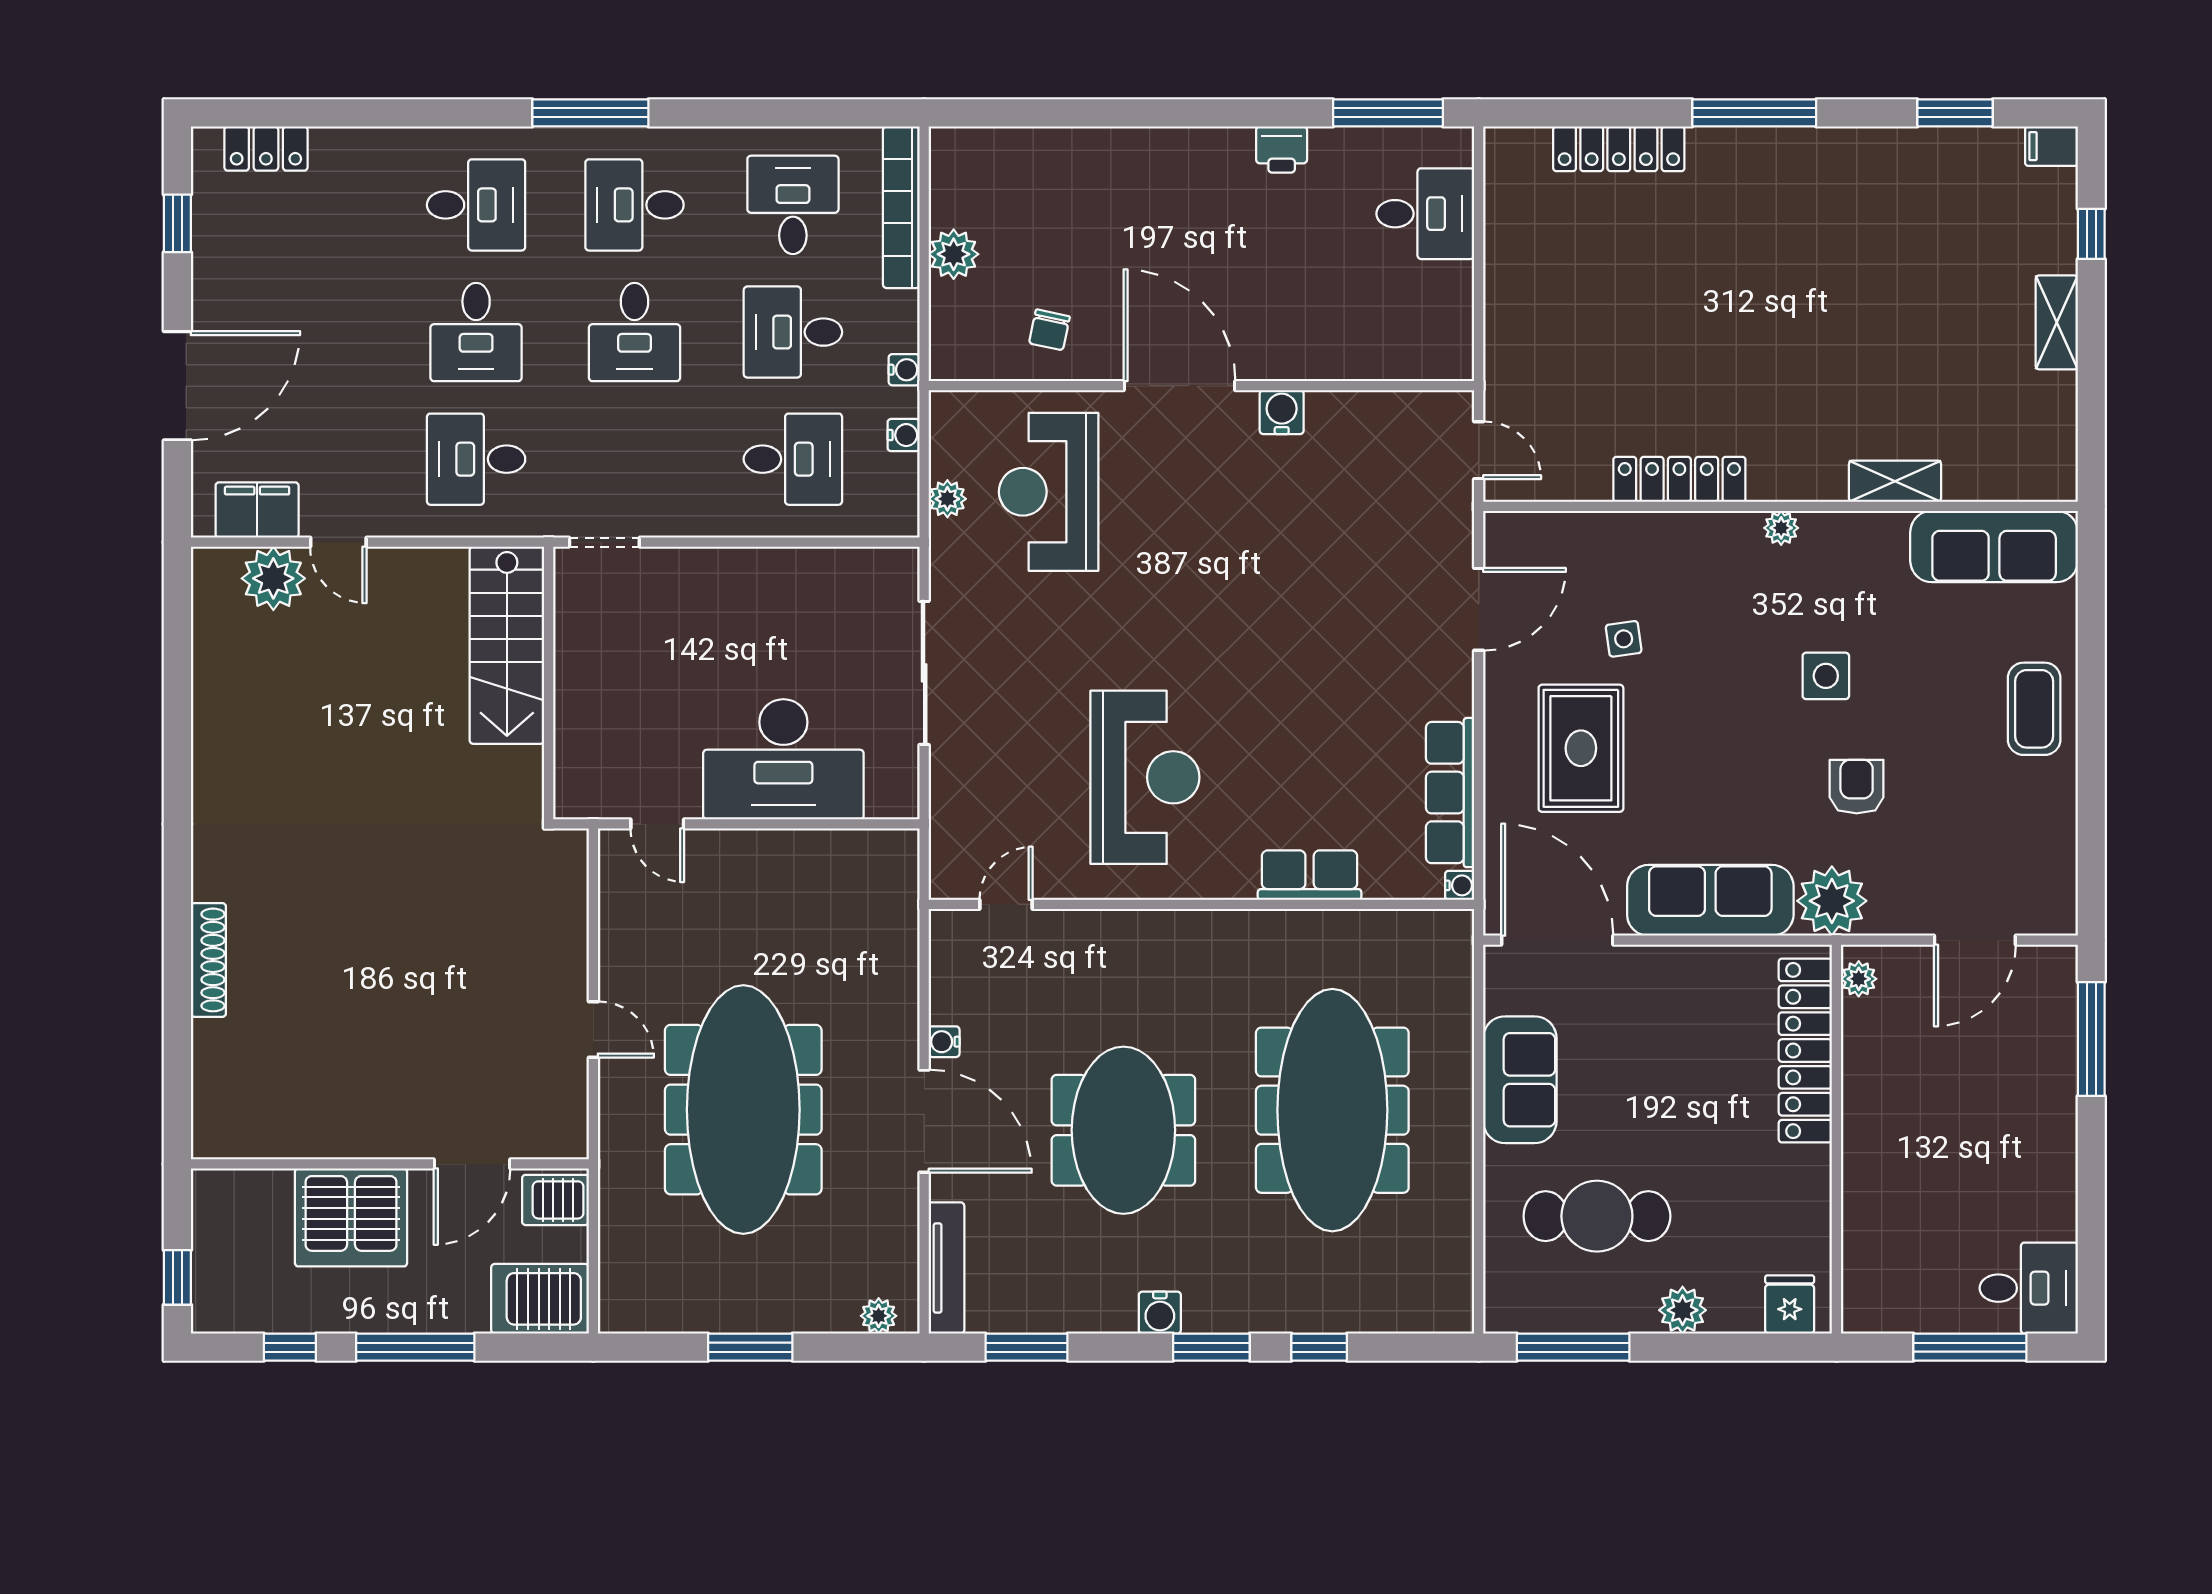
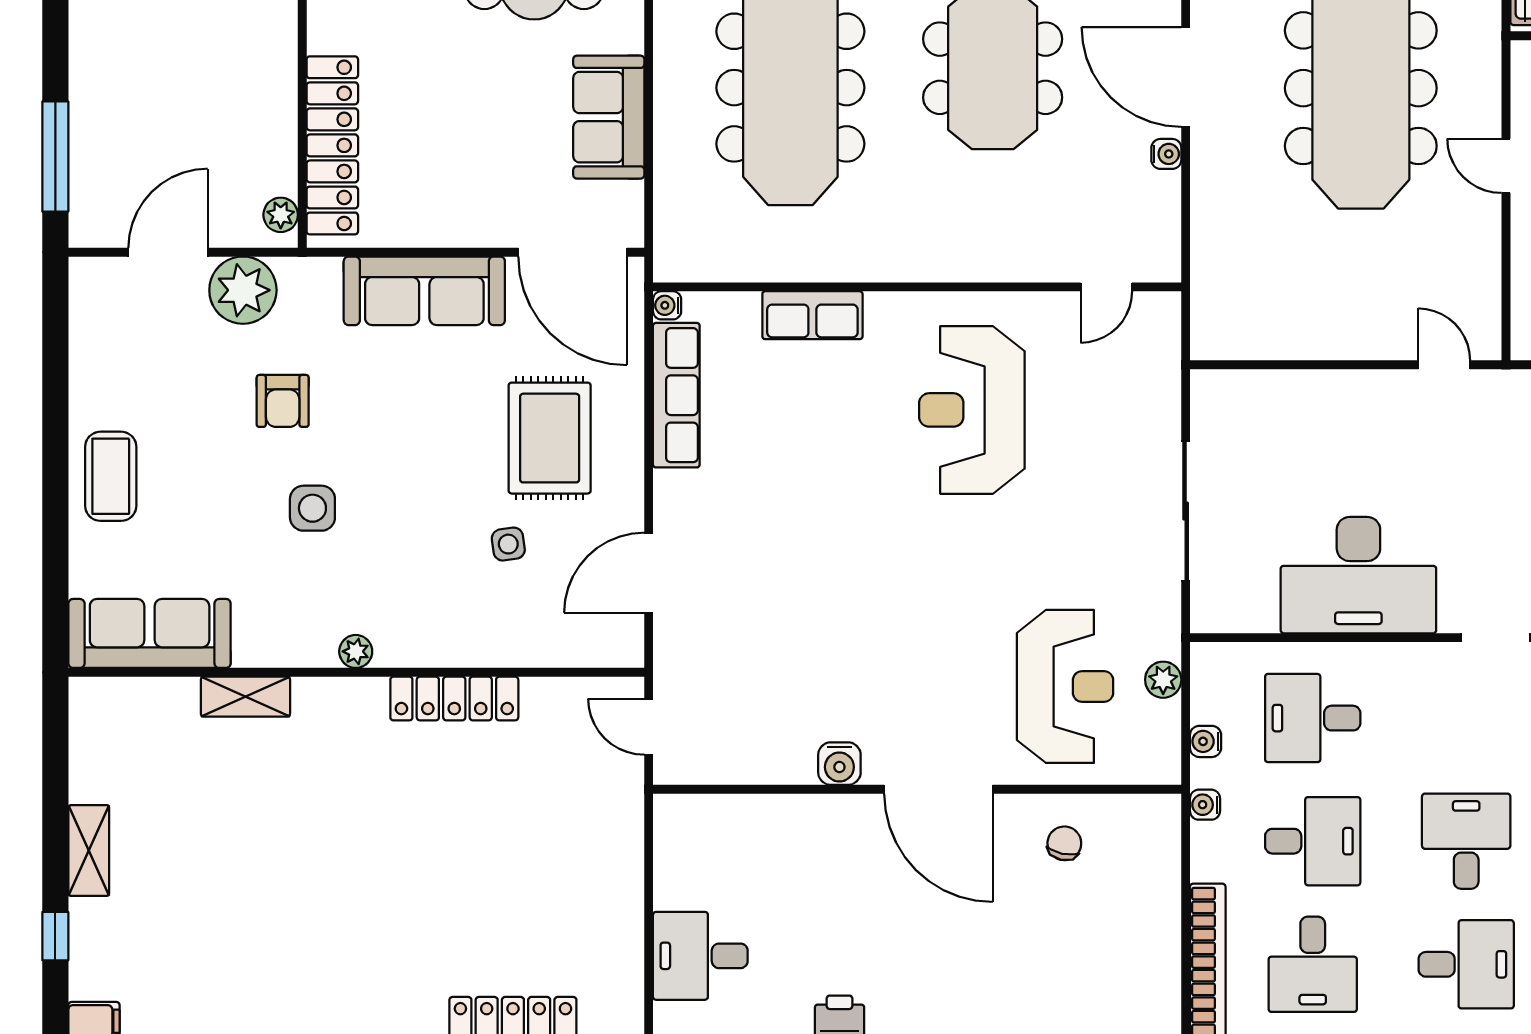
plant: (954, 254) -> (1157, 917), removed
desk: (783, 759) -> (1358, 575), moved, turned 180
plant: (1832, 901) -> (243, 290), moved

